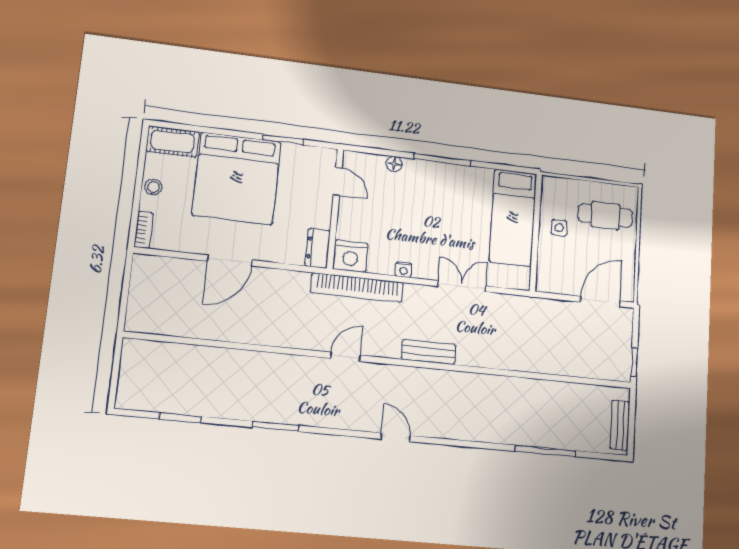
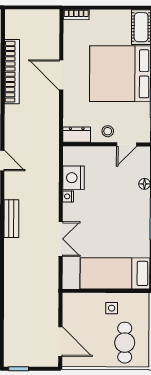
stool: (153, 187) -> (108, 131), moved
nightstand: (350, 256) -> (73, 178), moved
bookcase: (357, 288) -> (12, 72), moved, turned 180

